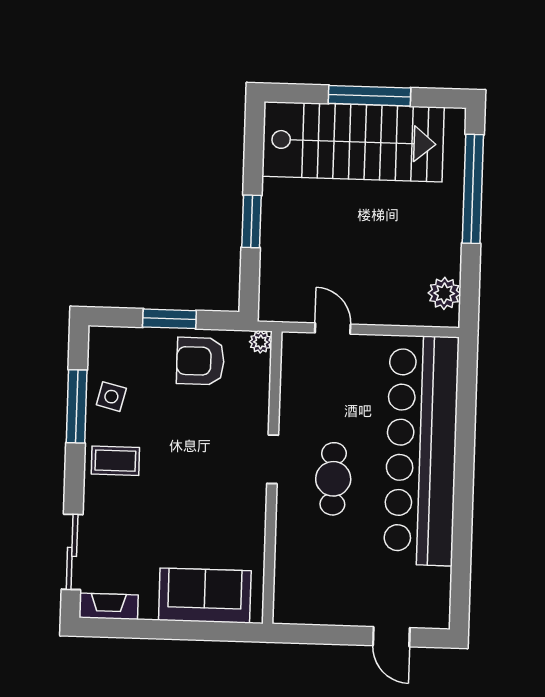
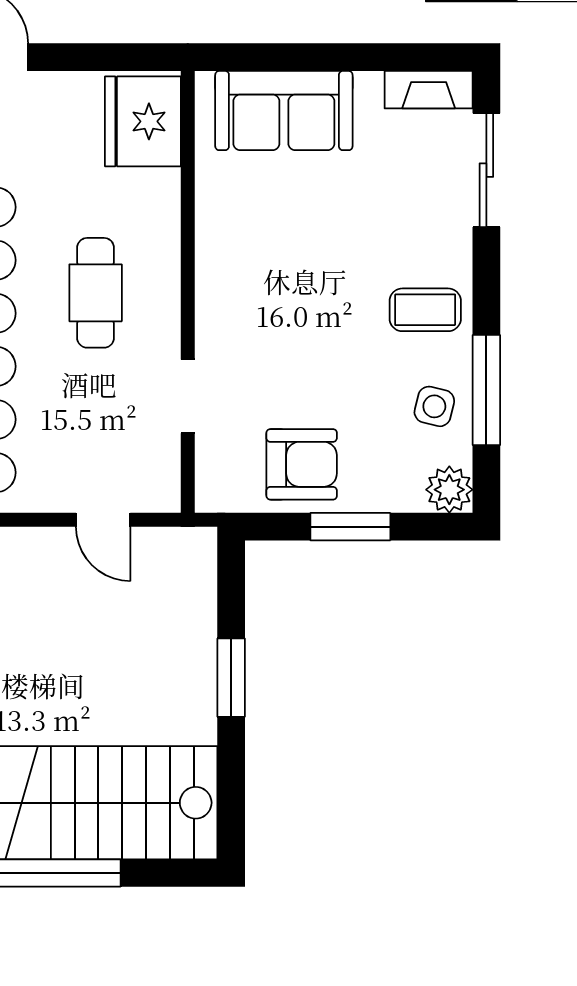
plant: (261, 342) -> (449, 490), moved, width x1.38, depth x1.38
doorway: (273, 459) -> (188, 396), moved
fridge: (298, 591) -> (143, 121), added

